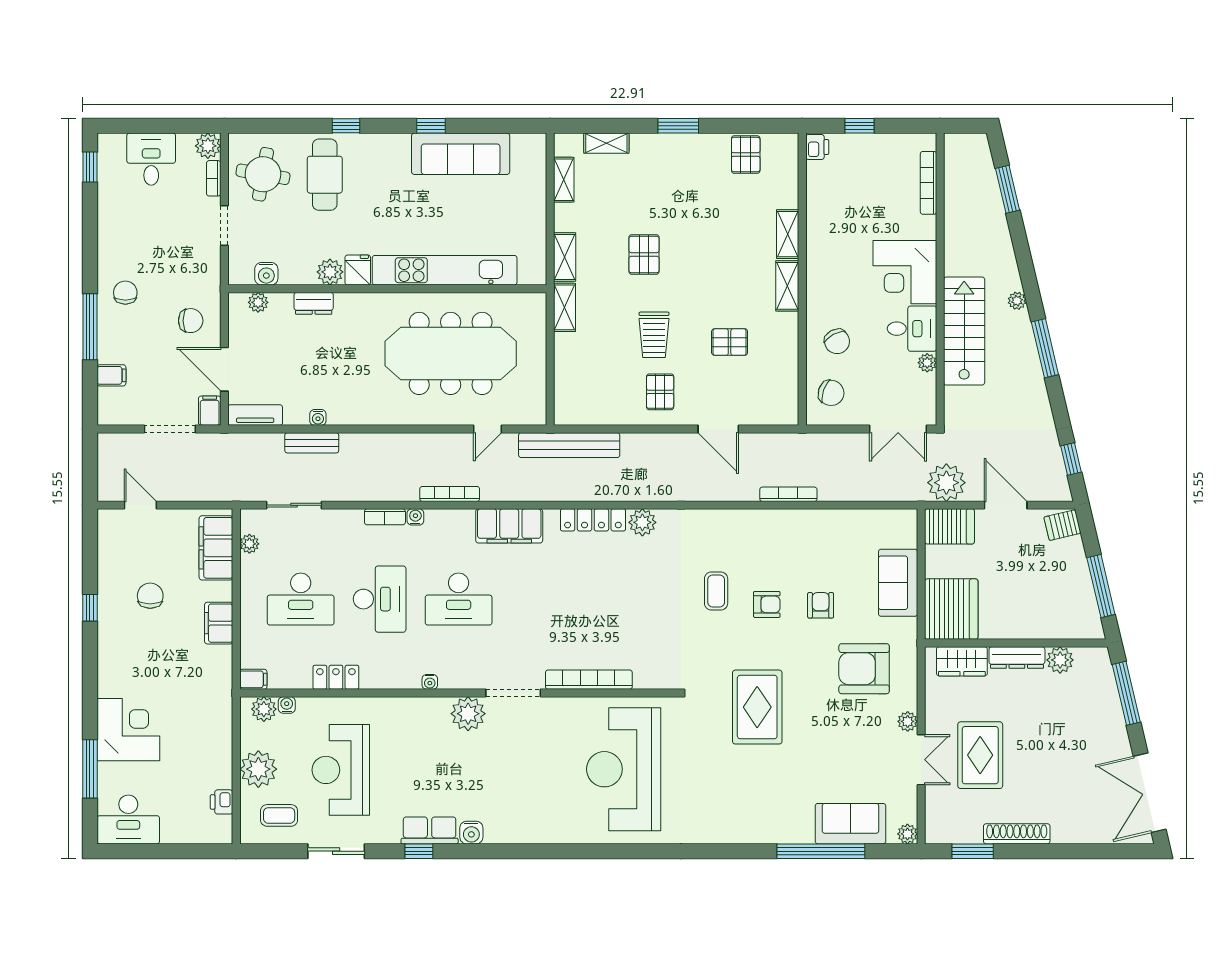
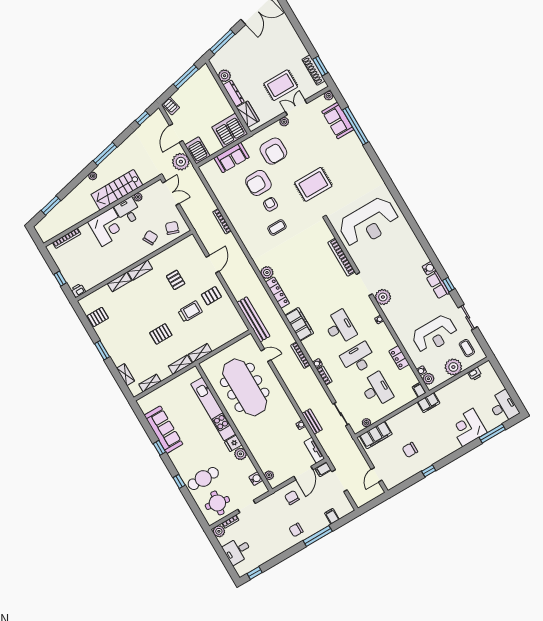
dresser: (314, 303) -> (257, 453), removed
armchair: (821, 605) -> (258, 183), width x1.88, depth x1.88
filing cabinet: (219, 623) -> (429, 403), moved
shoe rack: (1017, 834) -> (313, 70), moved

